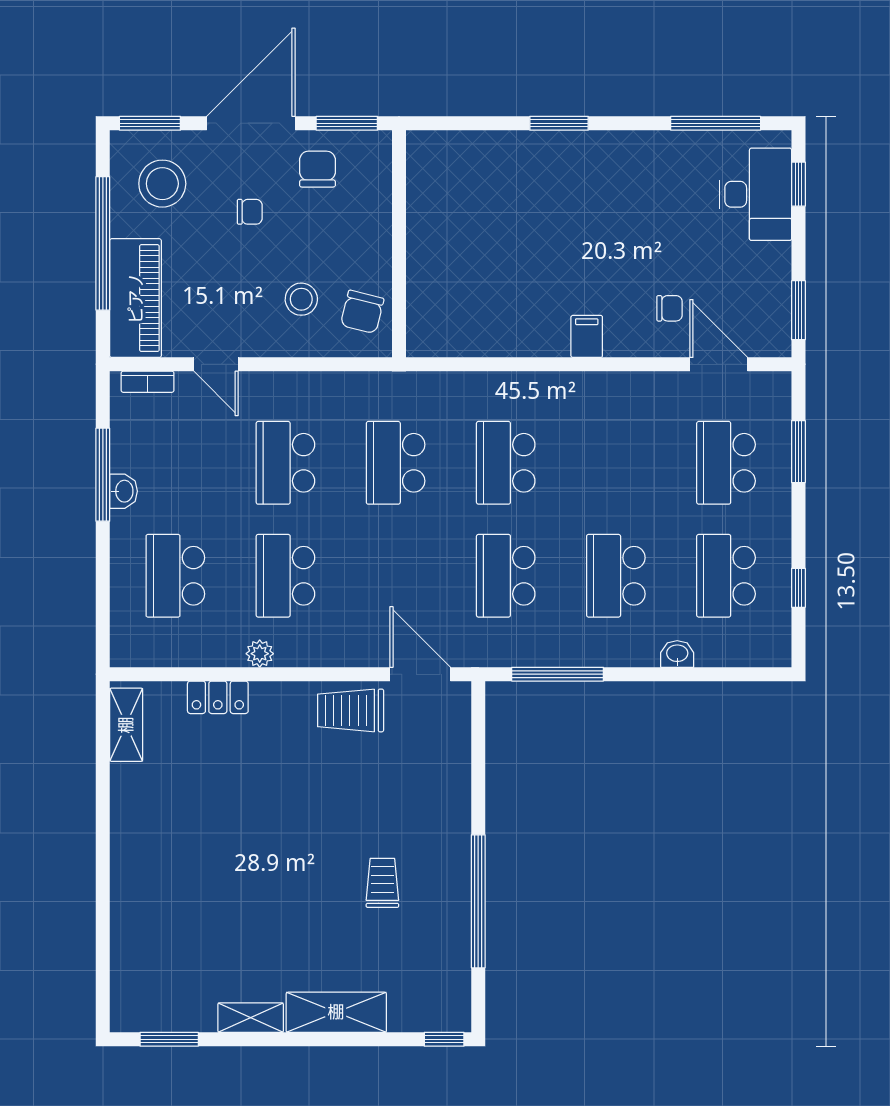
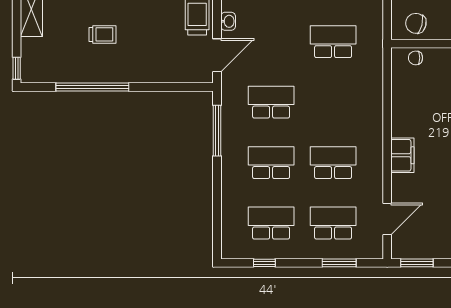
chair: (670, 308) -> (416, 58), moved, turned 89
filing cabinet: (587, 336) -> (402, 155), width x2.00
school desk: (506, 463) -> (333, 163), moved
washbasin: (677, 654) -> (228, 21), moved

